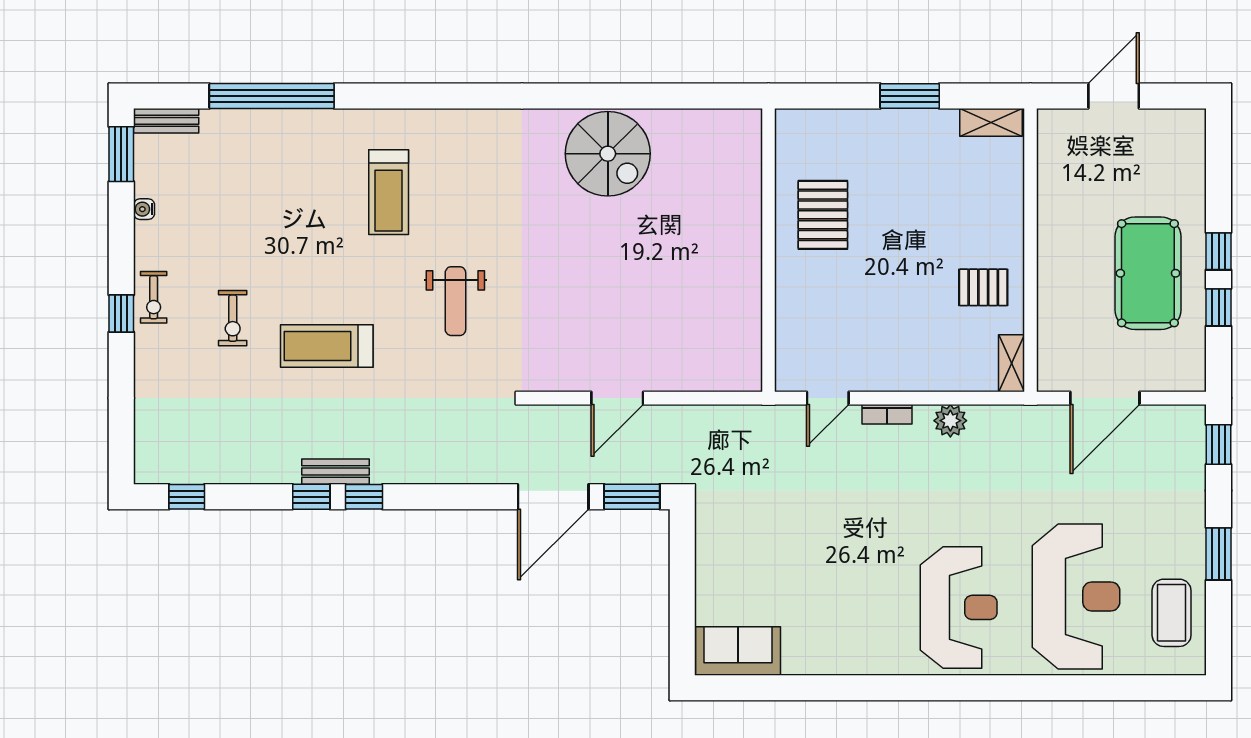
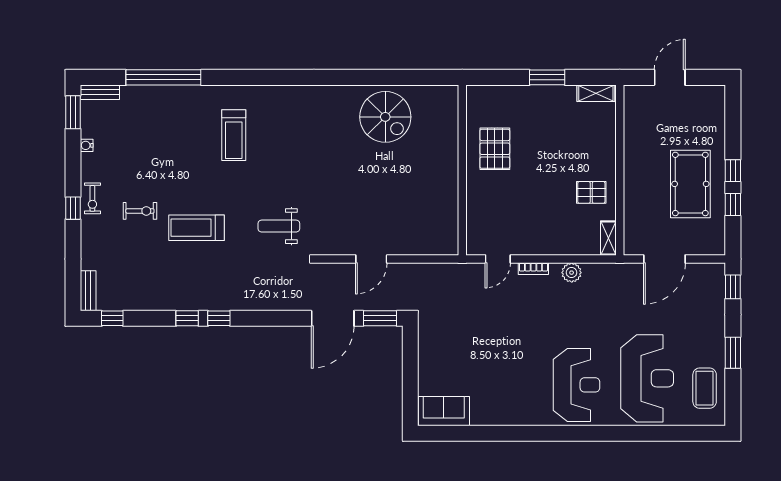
spiral stairs: (608, 154) -> (385, 117), moved
weight bench: (455, 301) -> (279, 226), moved, turned 90
exercise bike: (233, 318) -> (140, 211), turned -90
bench: (336, 472) -> (88, 291), moved, turned 90

